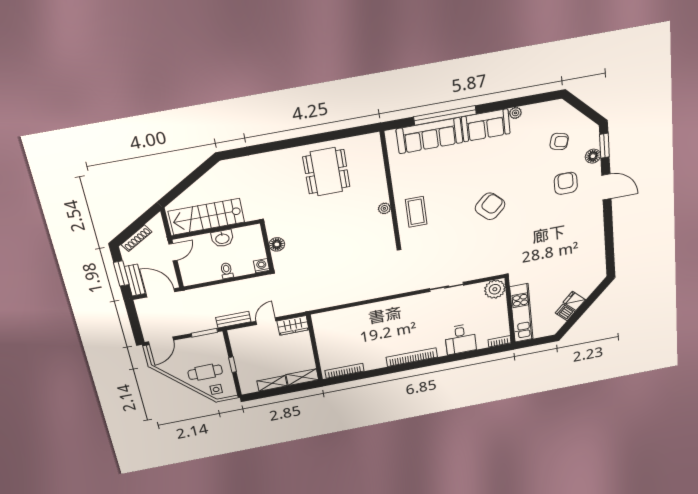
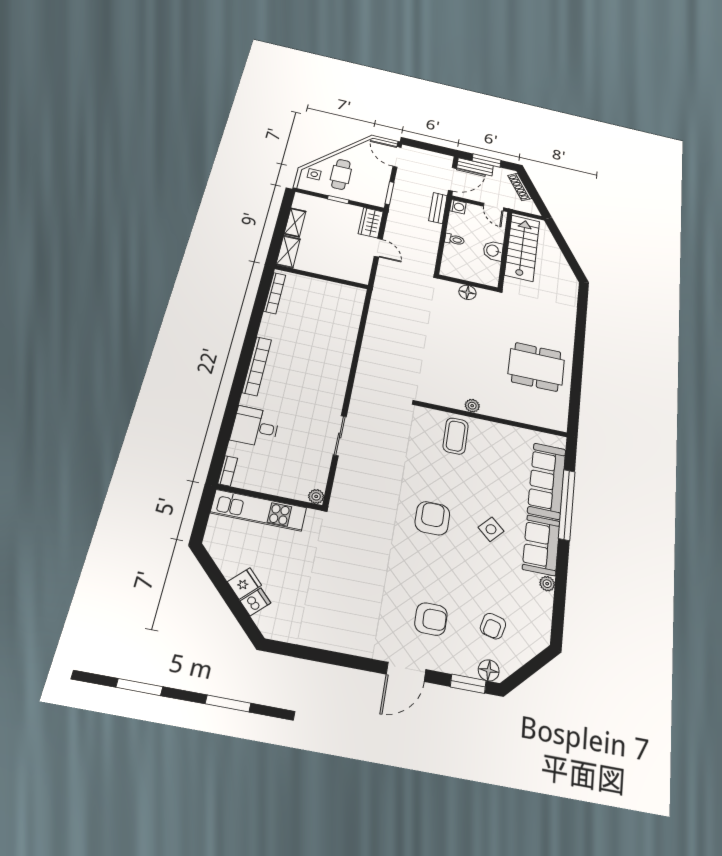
floor lamp: (593, 156) -> (489, 670), moved
side table: (485, 164) -> (491, 529), added
armchair: (490, 206) -> (432, 518), turned -135
coffee table: (416, 212) -> (456, 436), turned 90
washing machine: (262, 266) -> (458, 207), moved
plant: (495, 289) -> (316, 496), width x0.53, depth x0.53
dishwasher: (565, 312) -> (255, 602), moved
bench: (233, 320) -> (438, 208), moved
wardrobe: (293, 325) -> (371, 223), moved

